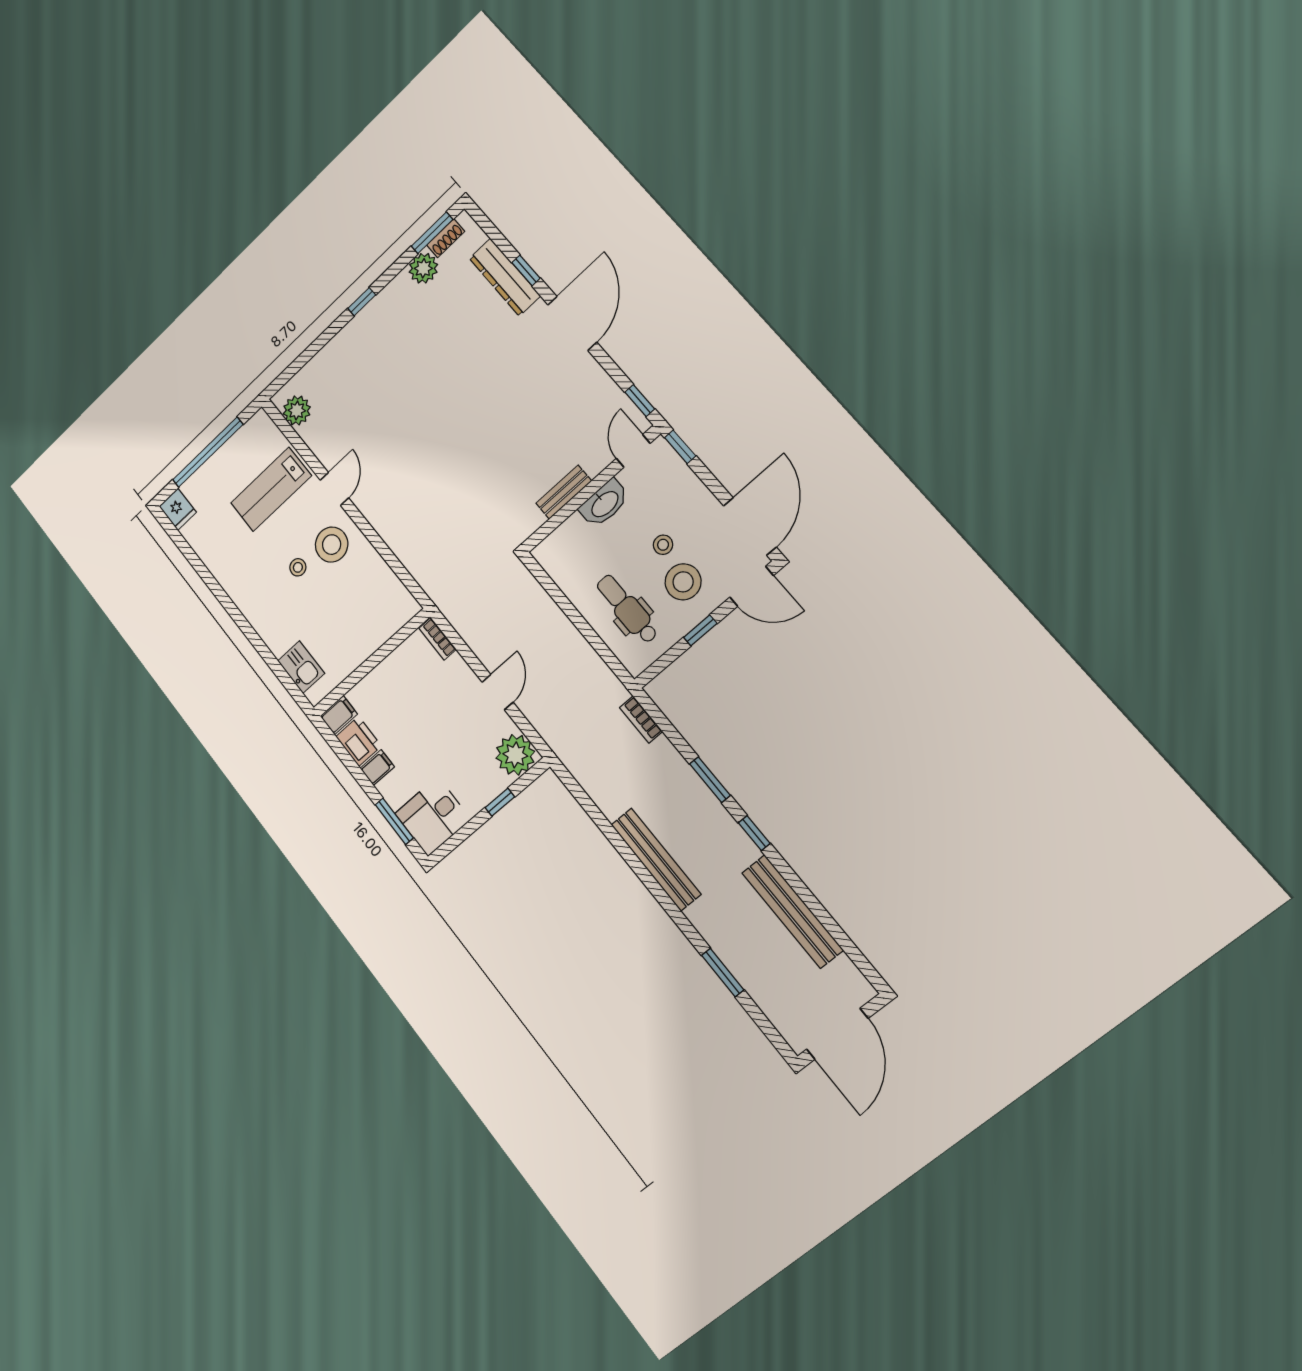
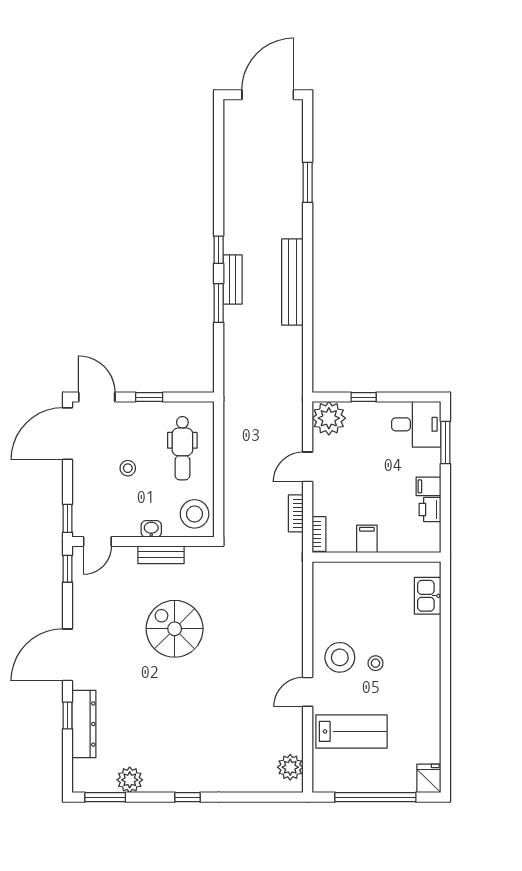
shoe rack: (446, 238) -> (100, 785), removed
spiral stairs: (495, 437) -> (175, 629), added
washbasin: (604, 503) -> (151, 529), width x0.52, depth x0.69
stool: (683, 582) -> (195, 514), moved
filing cabinet: (339, 715) -> (367, 539), moved, turned 90
bookcase: (641, 719) -> (296, 513), moved, turned 180
printer: (359, 741) -> (430, 509), width x0.73, depth x0.81
bench: (792, 911) -> (233, 280), moved, width x0.54, depth x0.82

